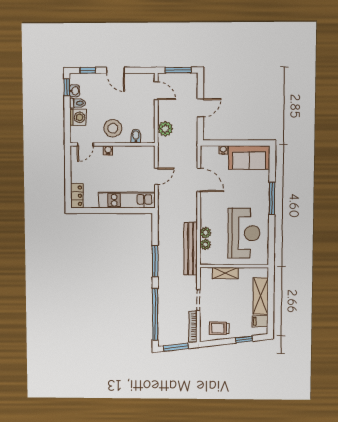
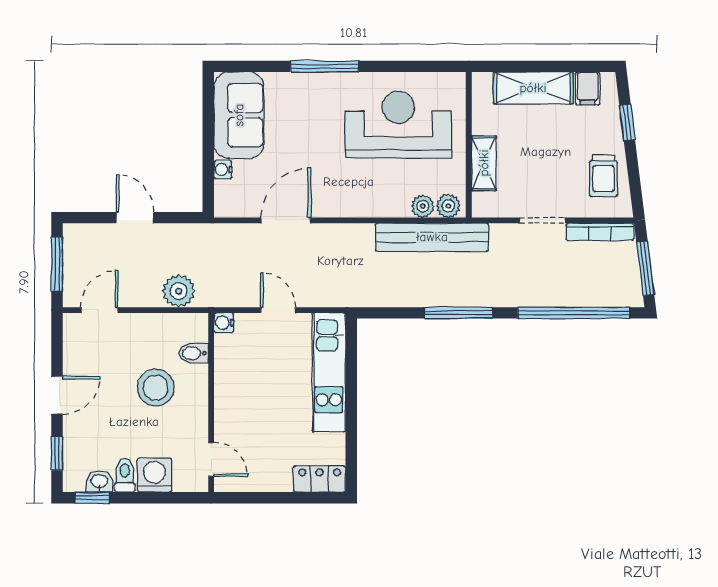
stool: (113, 128) -> (156, 388), moved
water cooler: (108, 150) -> (224, 323), moved
plant: (206, 233) -> (448, 206), moved

